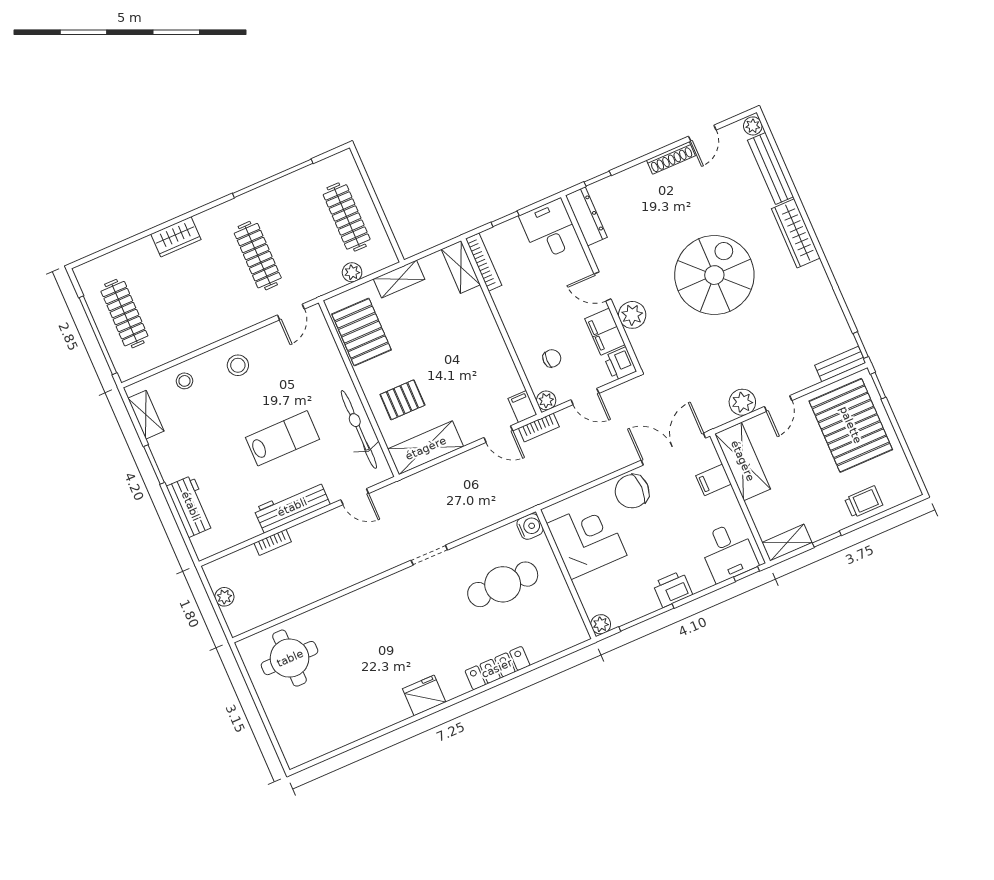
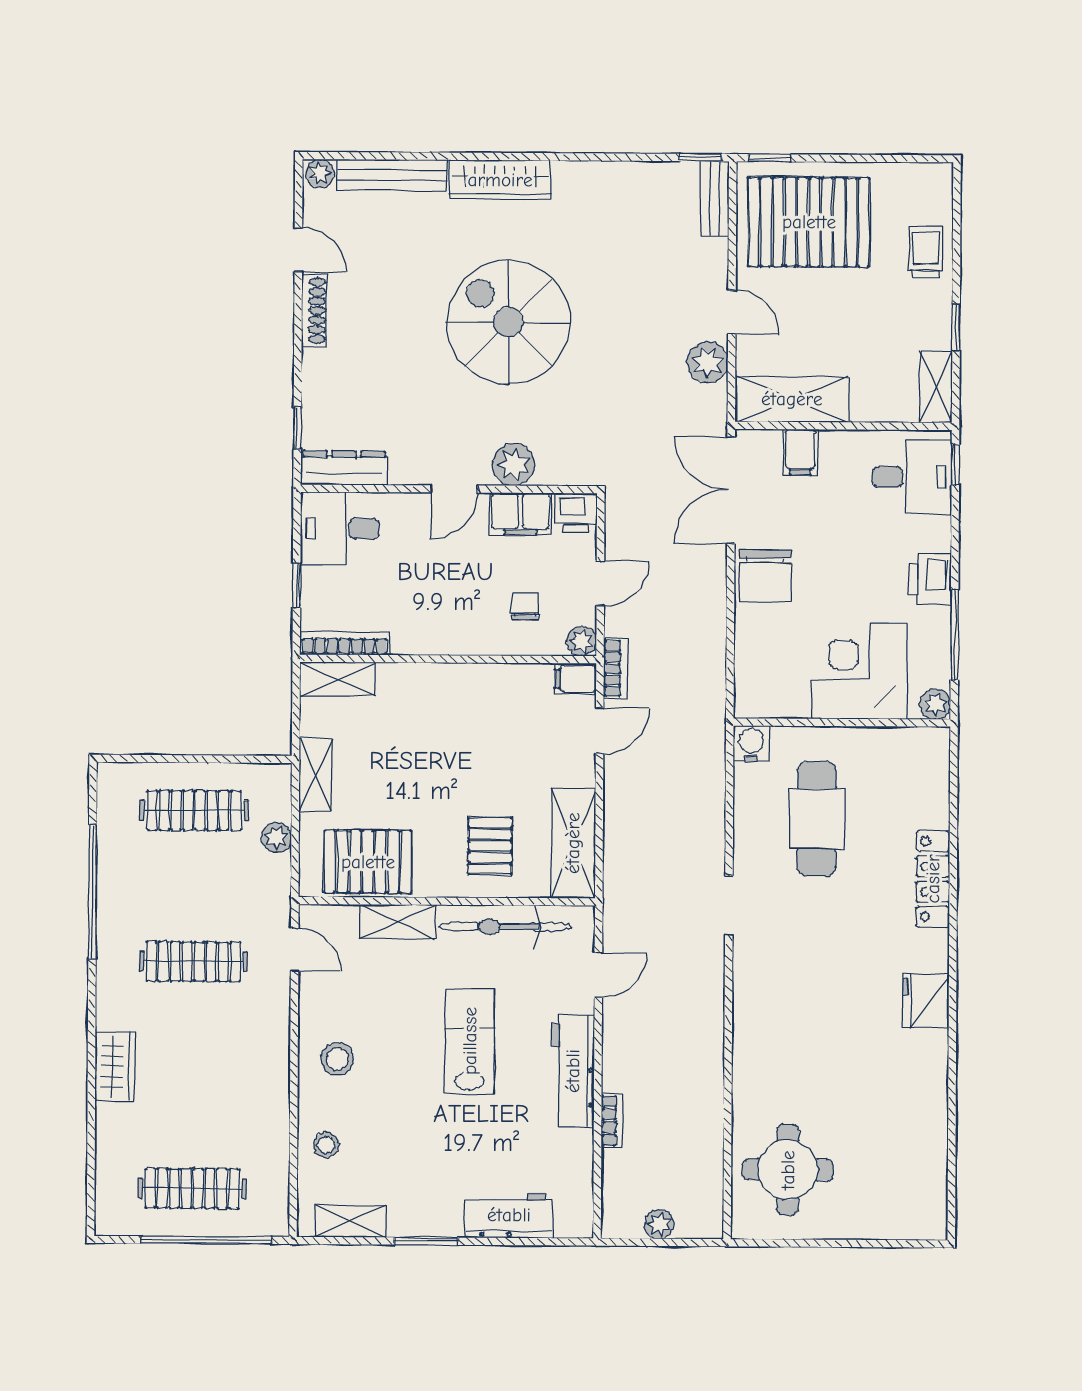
shelving: (334, 365) -> (398, 922), added
corner desk: (587, 539) -> (859, 671), moved

